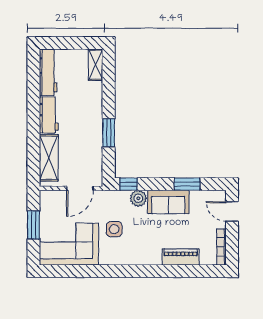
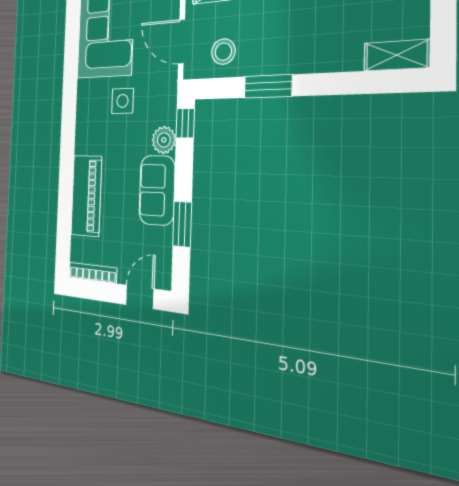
stool: (88, 161) -> (223, 52), added
piano: (181, 257) -> (86, 196), width x1.37, depth x1.33

